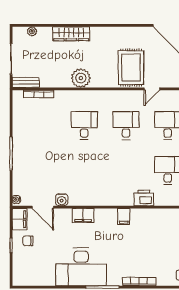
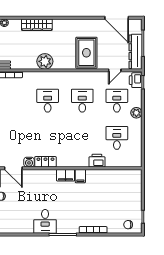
door: (152, 89) -> (115, 70), moved
locker: (82, 199) -> (45, 162), added
filing cabinet: (83, 215) -> (66, 175), moved
desk: (81, 267) -> (45, 221), width x0.53, depth x0.77

